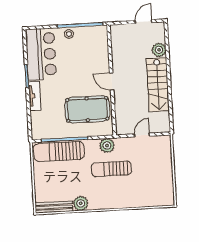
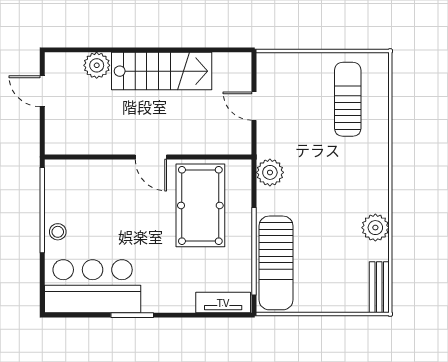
door: (112, 82) -> (151, 157), hinge flipped
tv unit: (35, 96) -> (223, 302), moved
sun lounger: (111, 169) -> (348, 99), moved, turned 180
bench: (54, 207) -> (379, 287), width x0.73

